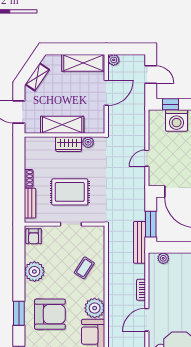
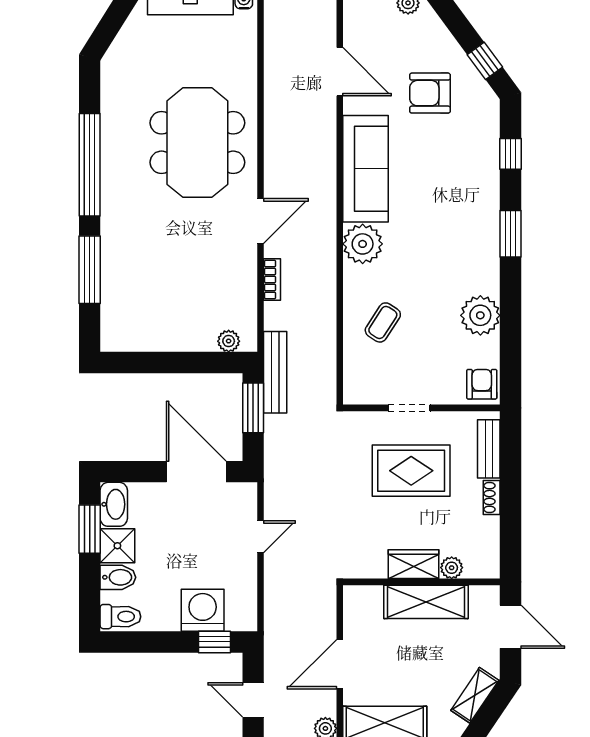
plant: (88, 142) -> (452, 568), moved
armchair: (50, 314) -> (450, 232), removed

